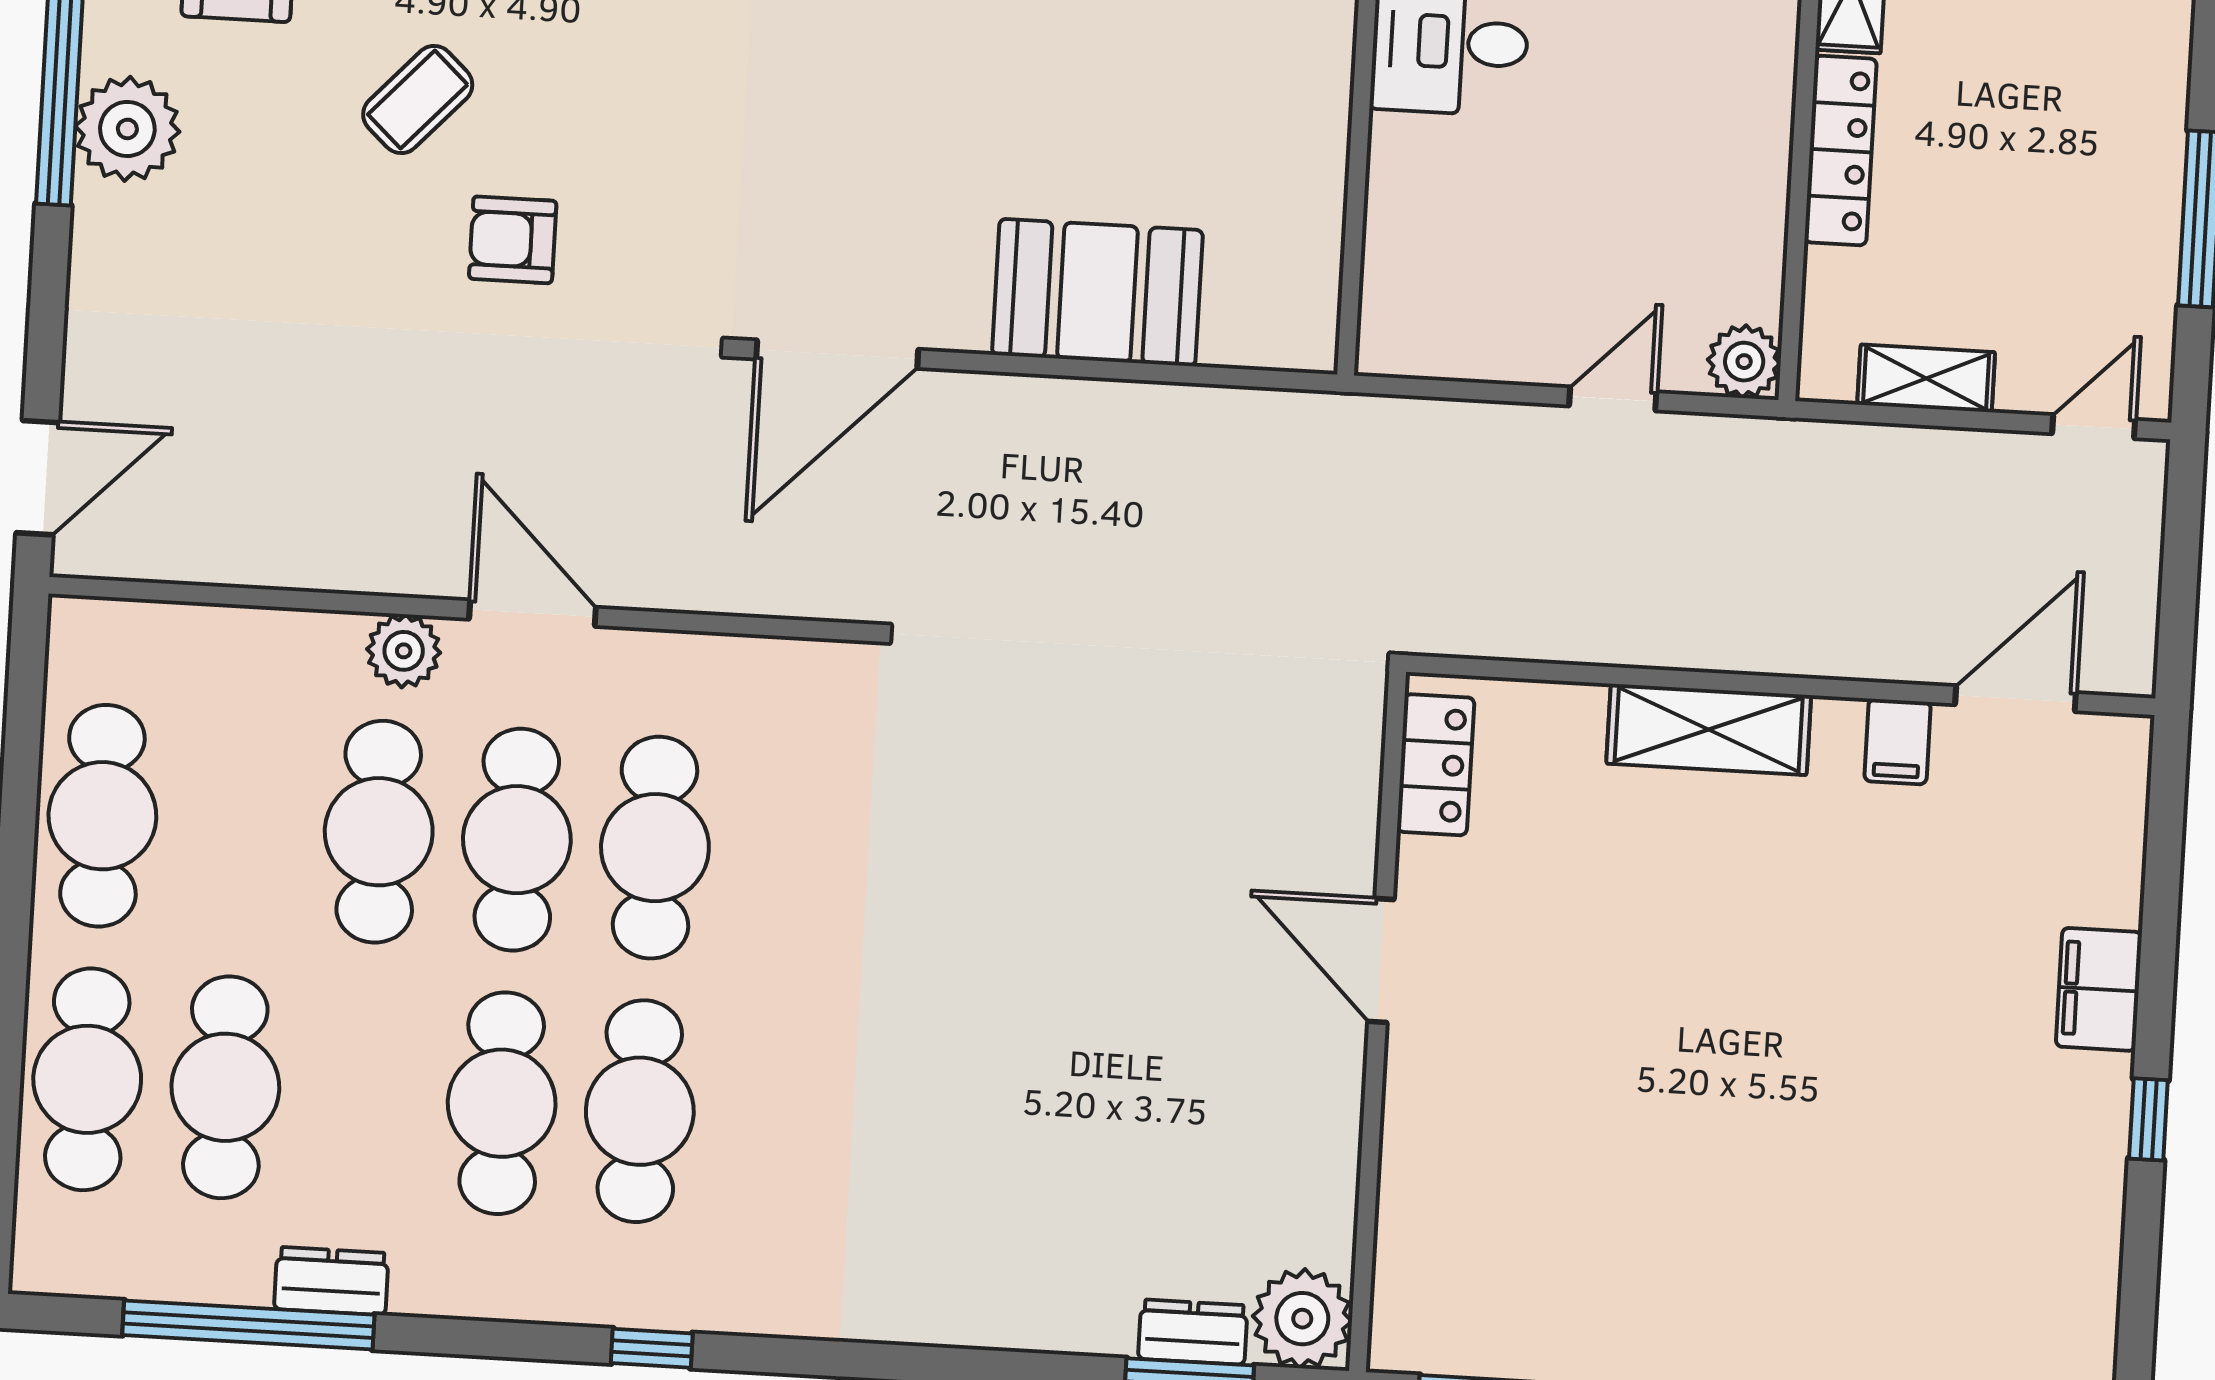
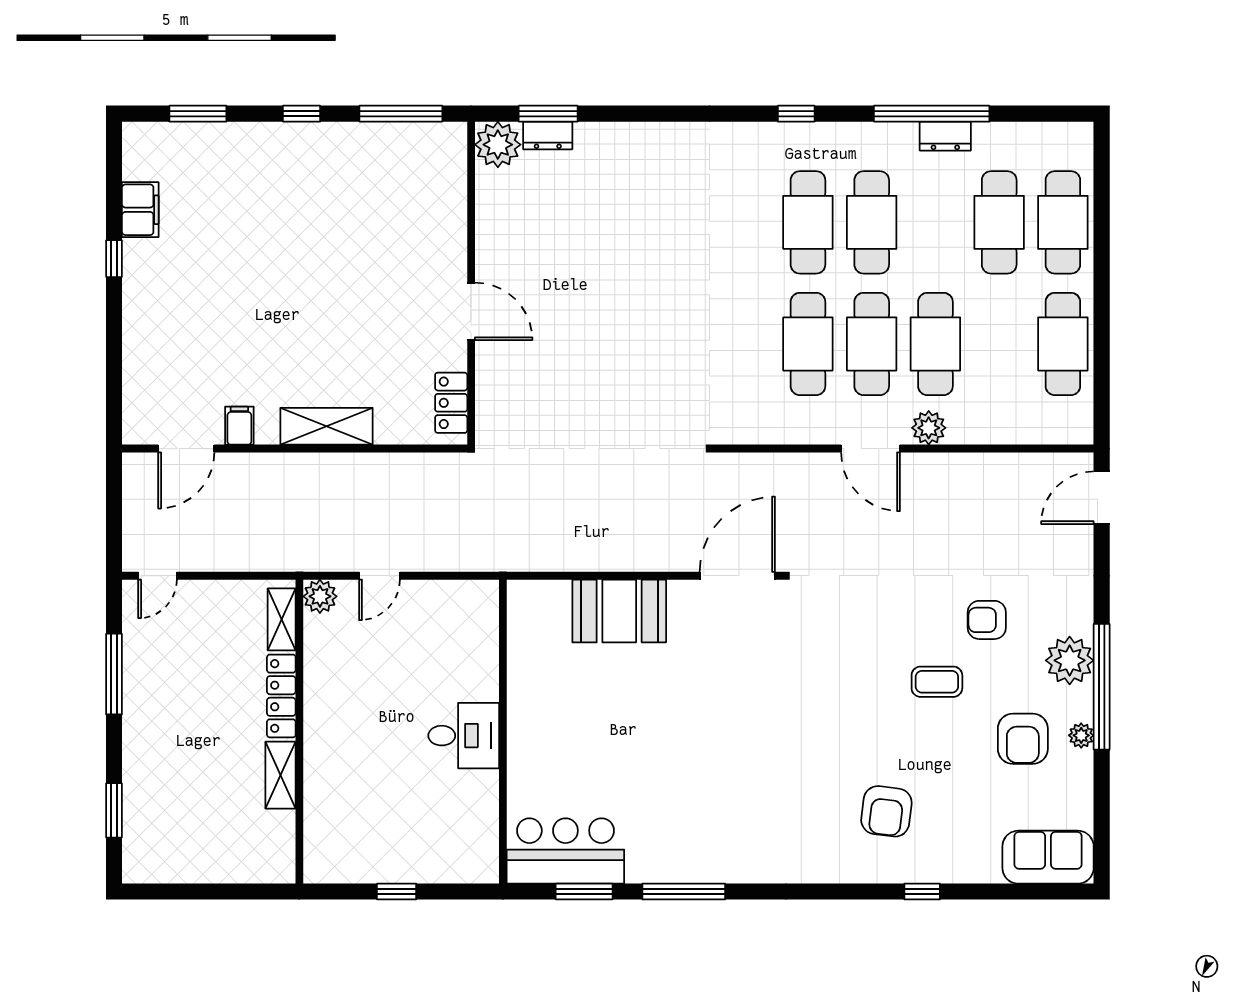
coffee table: (418, 99) -> (937, 682), turned 47
armchair: (513, 240) -> (987, 620), moved, turned 180
shelving: (1926, 378) -> (282, 619), moved, turned 90
filing cabinet: (2099, 989) -> (140, 210), moved
window: (248, 1325) -> (932, 114), moved

